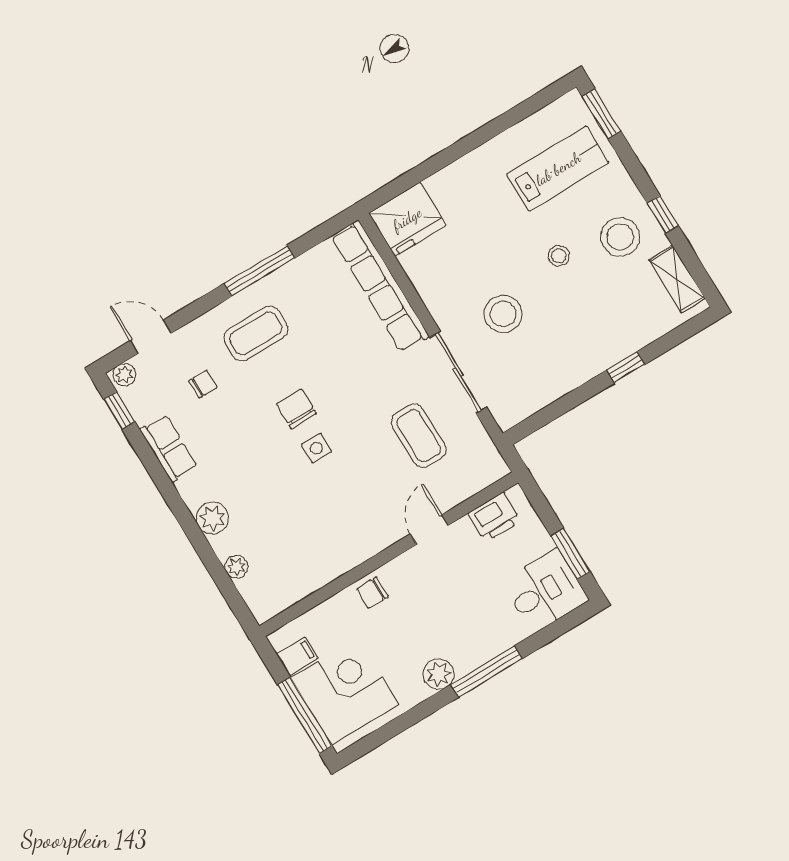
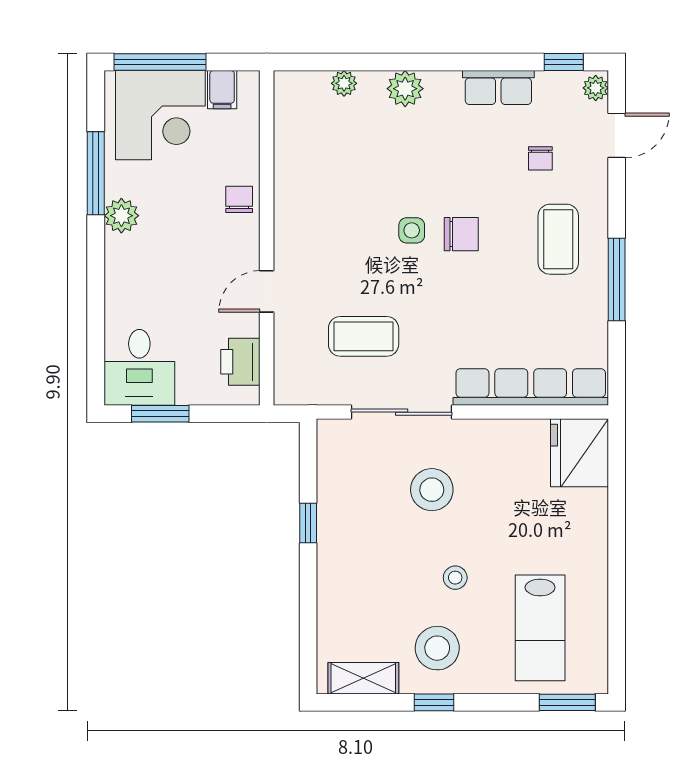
window: (626, 367) -> (308, 523), moved
door: (429, 530) -> (267, 291), swing flipped
window: (486, 672) -> (96, 173), moved

